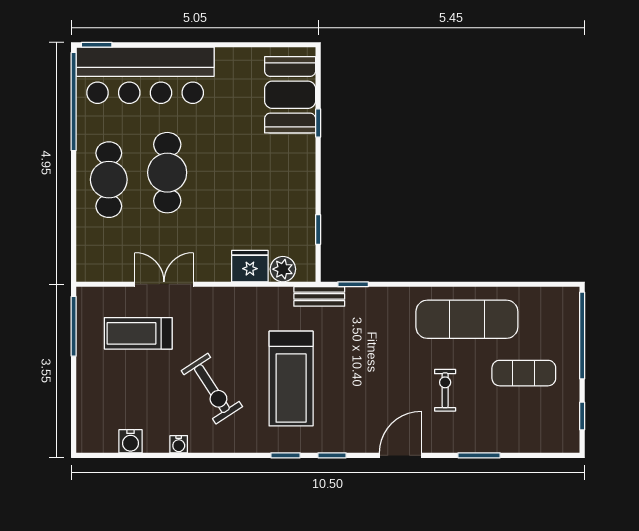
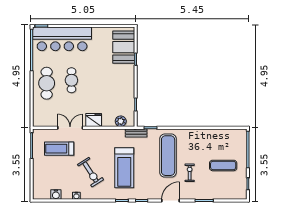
cafe table: (167, 173) -> (71, 80), width x0.73, depth x0.74
fridge: (250, 266) -> (94, 120), moved
exercise mat: (467, 319) -> (168, 156), moved, turned 90

